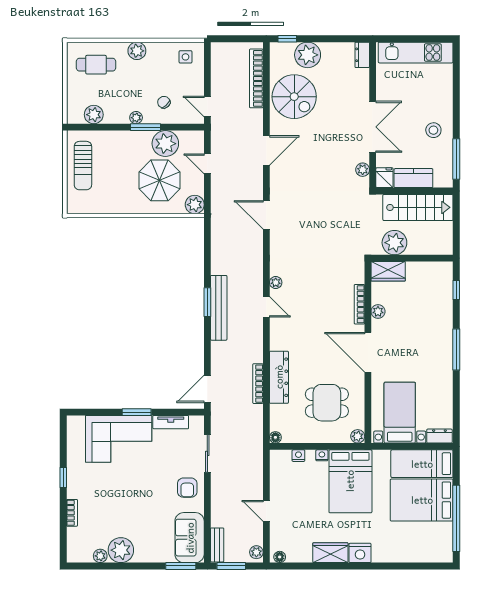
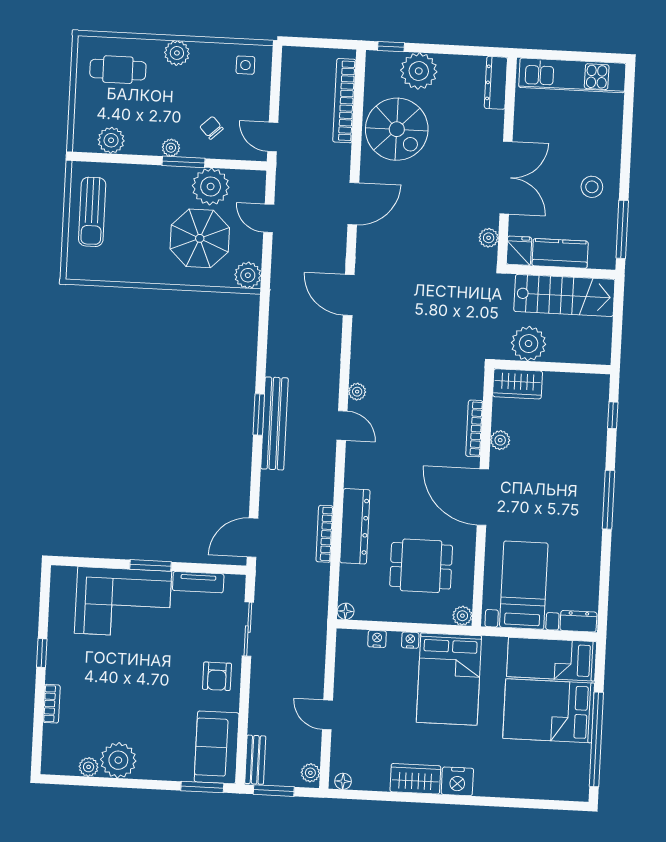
dresser: (362, 55) -> (496, 83), width x1.44

